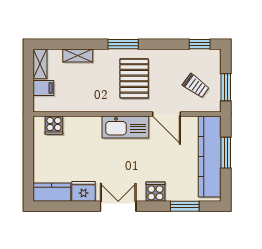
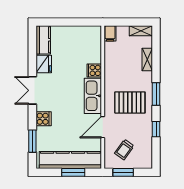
window: (200, 44) -> (156, 129), moved
filing cabinet: (43, 88) -> (110, 33), moved
cooker: (54, 125) -> (94, 70), moved
double door: (118, 206) -> (32, 90), swing flipped

